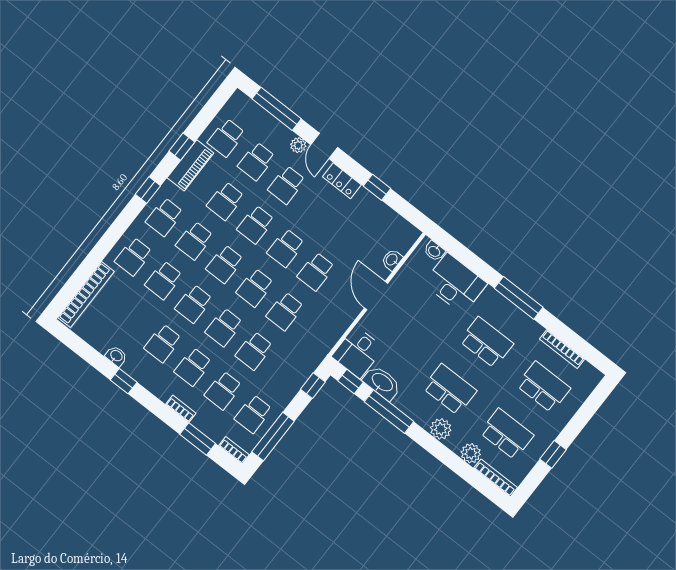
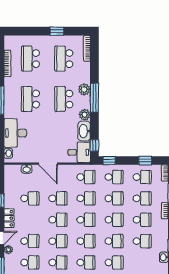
school desk: (347, 232) -> (30, 198), added
door: (376, 296) -> (48, 164), hinge flipped
school desk: (315, 335) -> (86, 177), added
school desk: (284, 374) -> (114, 177), added
window: (389, 412) -> (94, 98), moved
window: (273, 437) -> (145, 161), width x0.46
plant: (471, 453) -> (85, 115), moved

